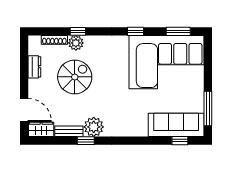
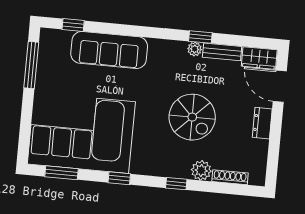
window: (78, 31) -> (176, 184), moved
dresser: (34, 67) -> (262, 123), moved
spiral stairs: (75, 77) -> (192, 117), moved, turned -90
sofa: (176, 125) -> (109, 50), moved
plant: (94, 127) -> (195, 49), width x0.53, depth x0.53

